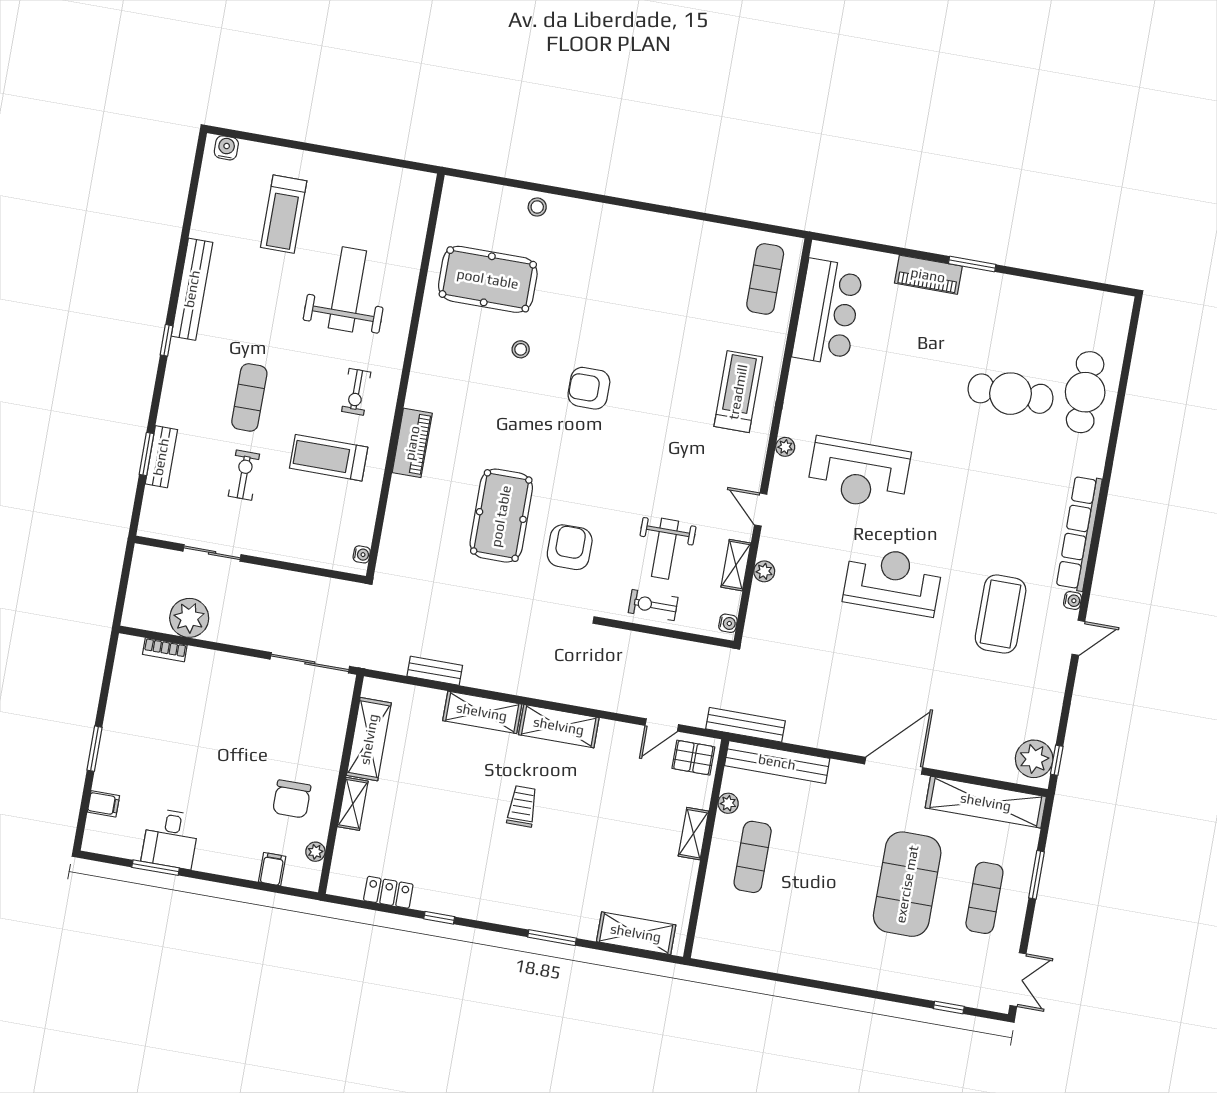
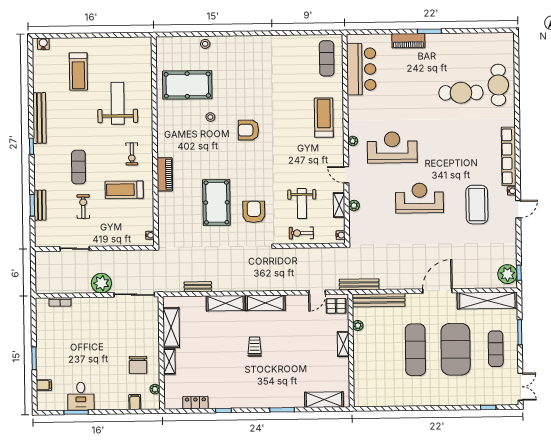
reception desk: (859, 474) -> (392, 147), turned 180
plant: (189, 618) -> (101, 283), moved
exercise mat: (753, 857) -> (415, 350), moved, width x1.36, depth x1.45

